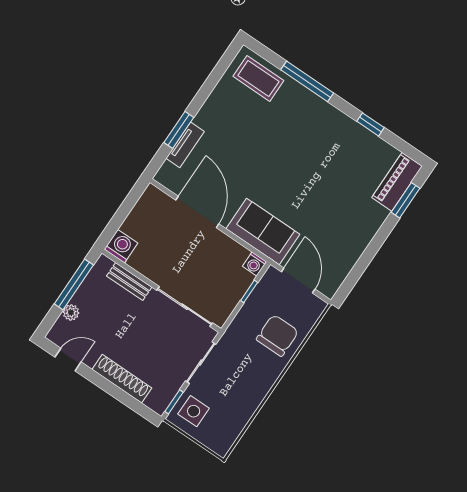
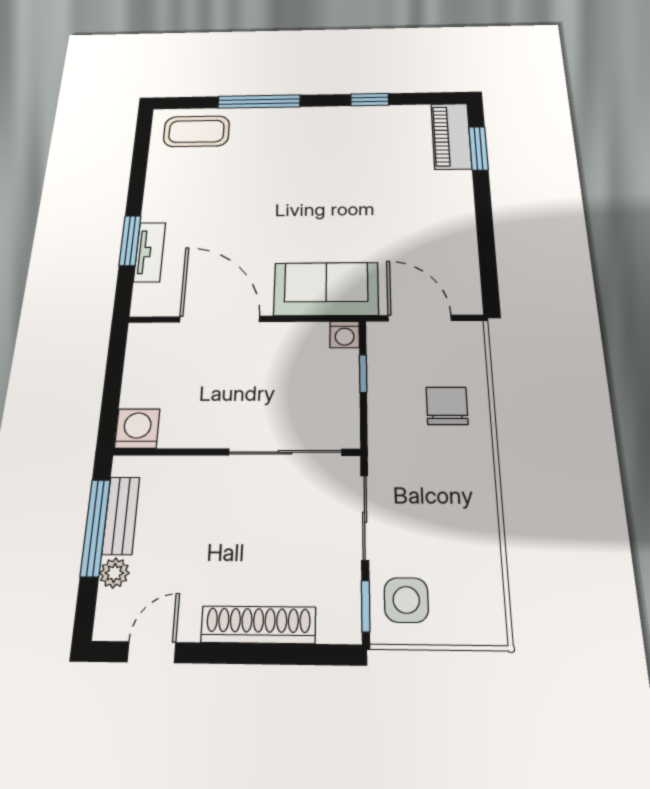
bench: (129, 282) -> (121, 515), moved, turned 90
chair: (277, 335) -> (447, 406), width x0.73, depth x0.73

